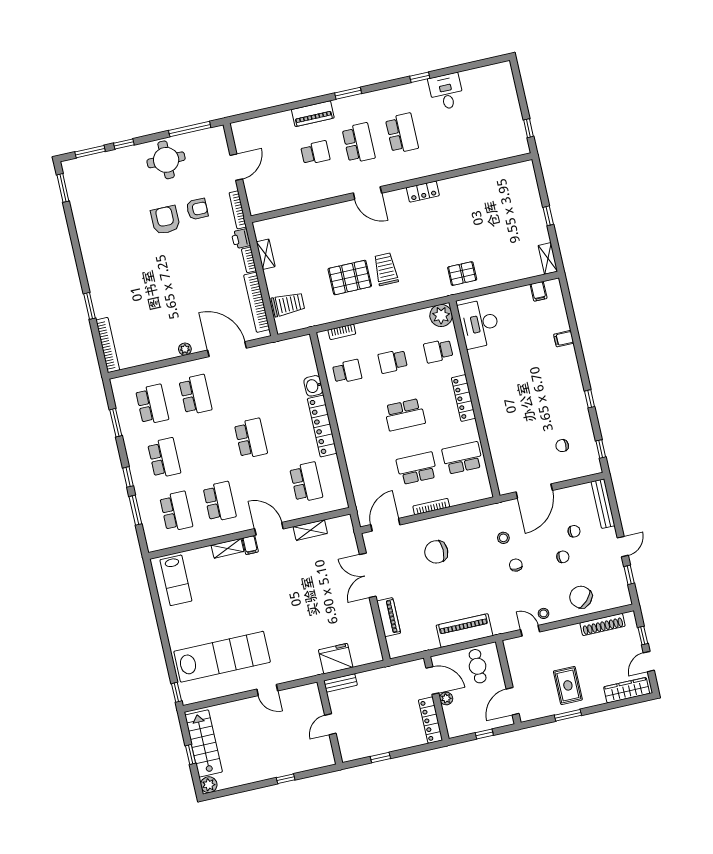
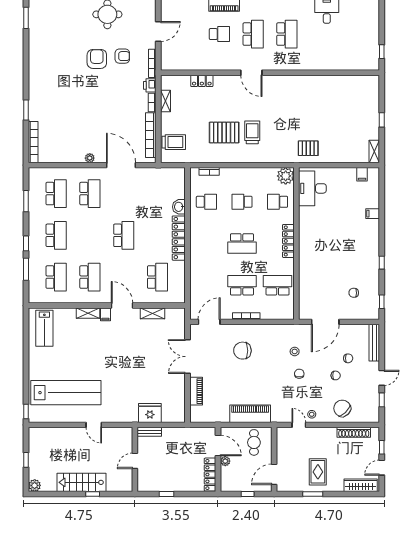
locker: (423, 192) -> (202, 81), moved
stairs: (204, 743) -> (81, 482), moved, turned -90

